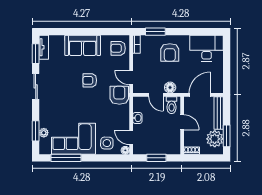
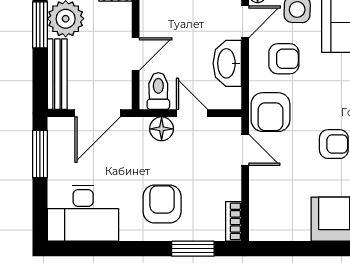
armchair: (118, 48) -> (284, 59), moved
window: (227, 76) -> (40, 154), added
washbasin: (137, 118) -> (227, 63), width x1.91, depth x1.45
door: (182, 122) -> (136, 54), swing flipped
door: (131, 137) -> (245, 22), hinge flipped

